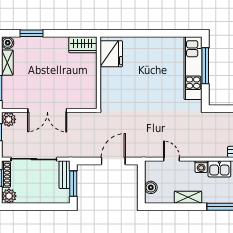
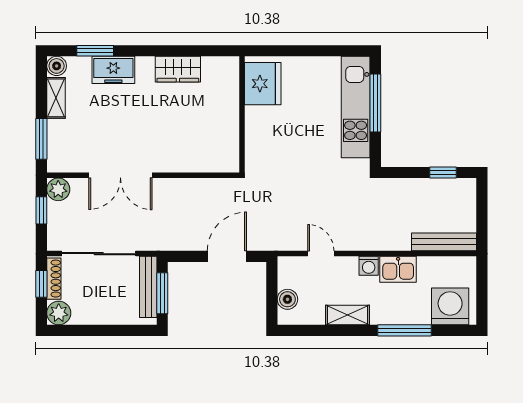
freezer: (43, 45) -> (113, 70), added
fridge: (111, 54) -> (263, 84), moved
wall: (98, 73) -> (242, 114), moved
bench: (64, 175) -> (148, 287), width x1.36

